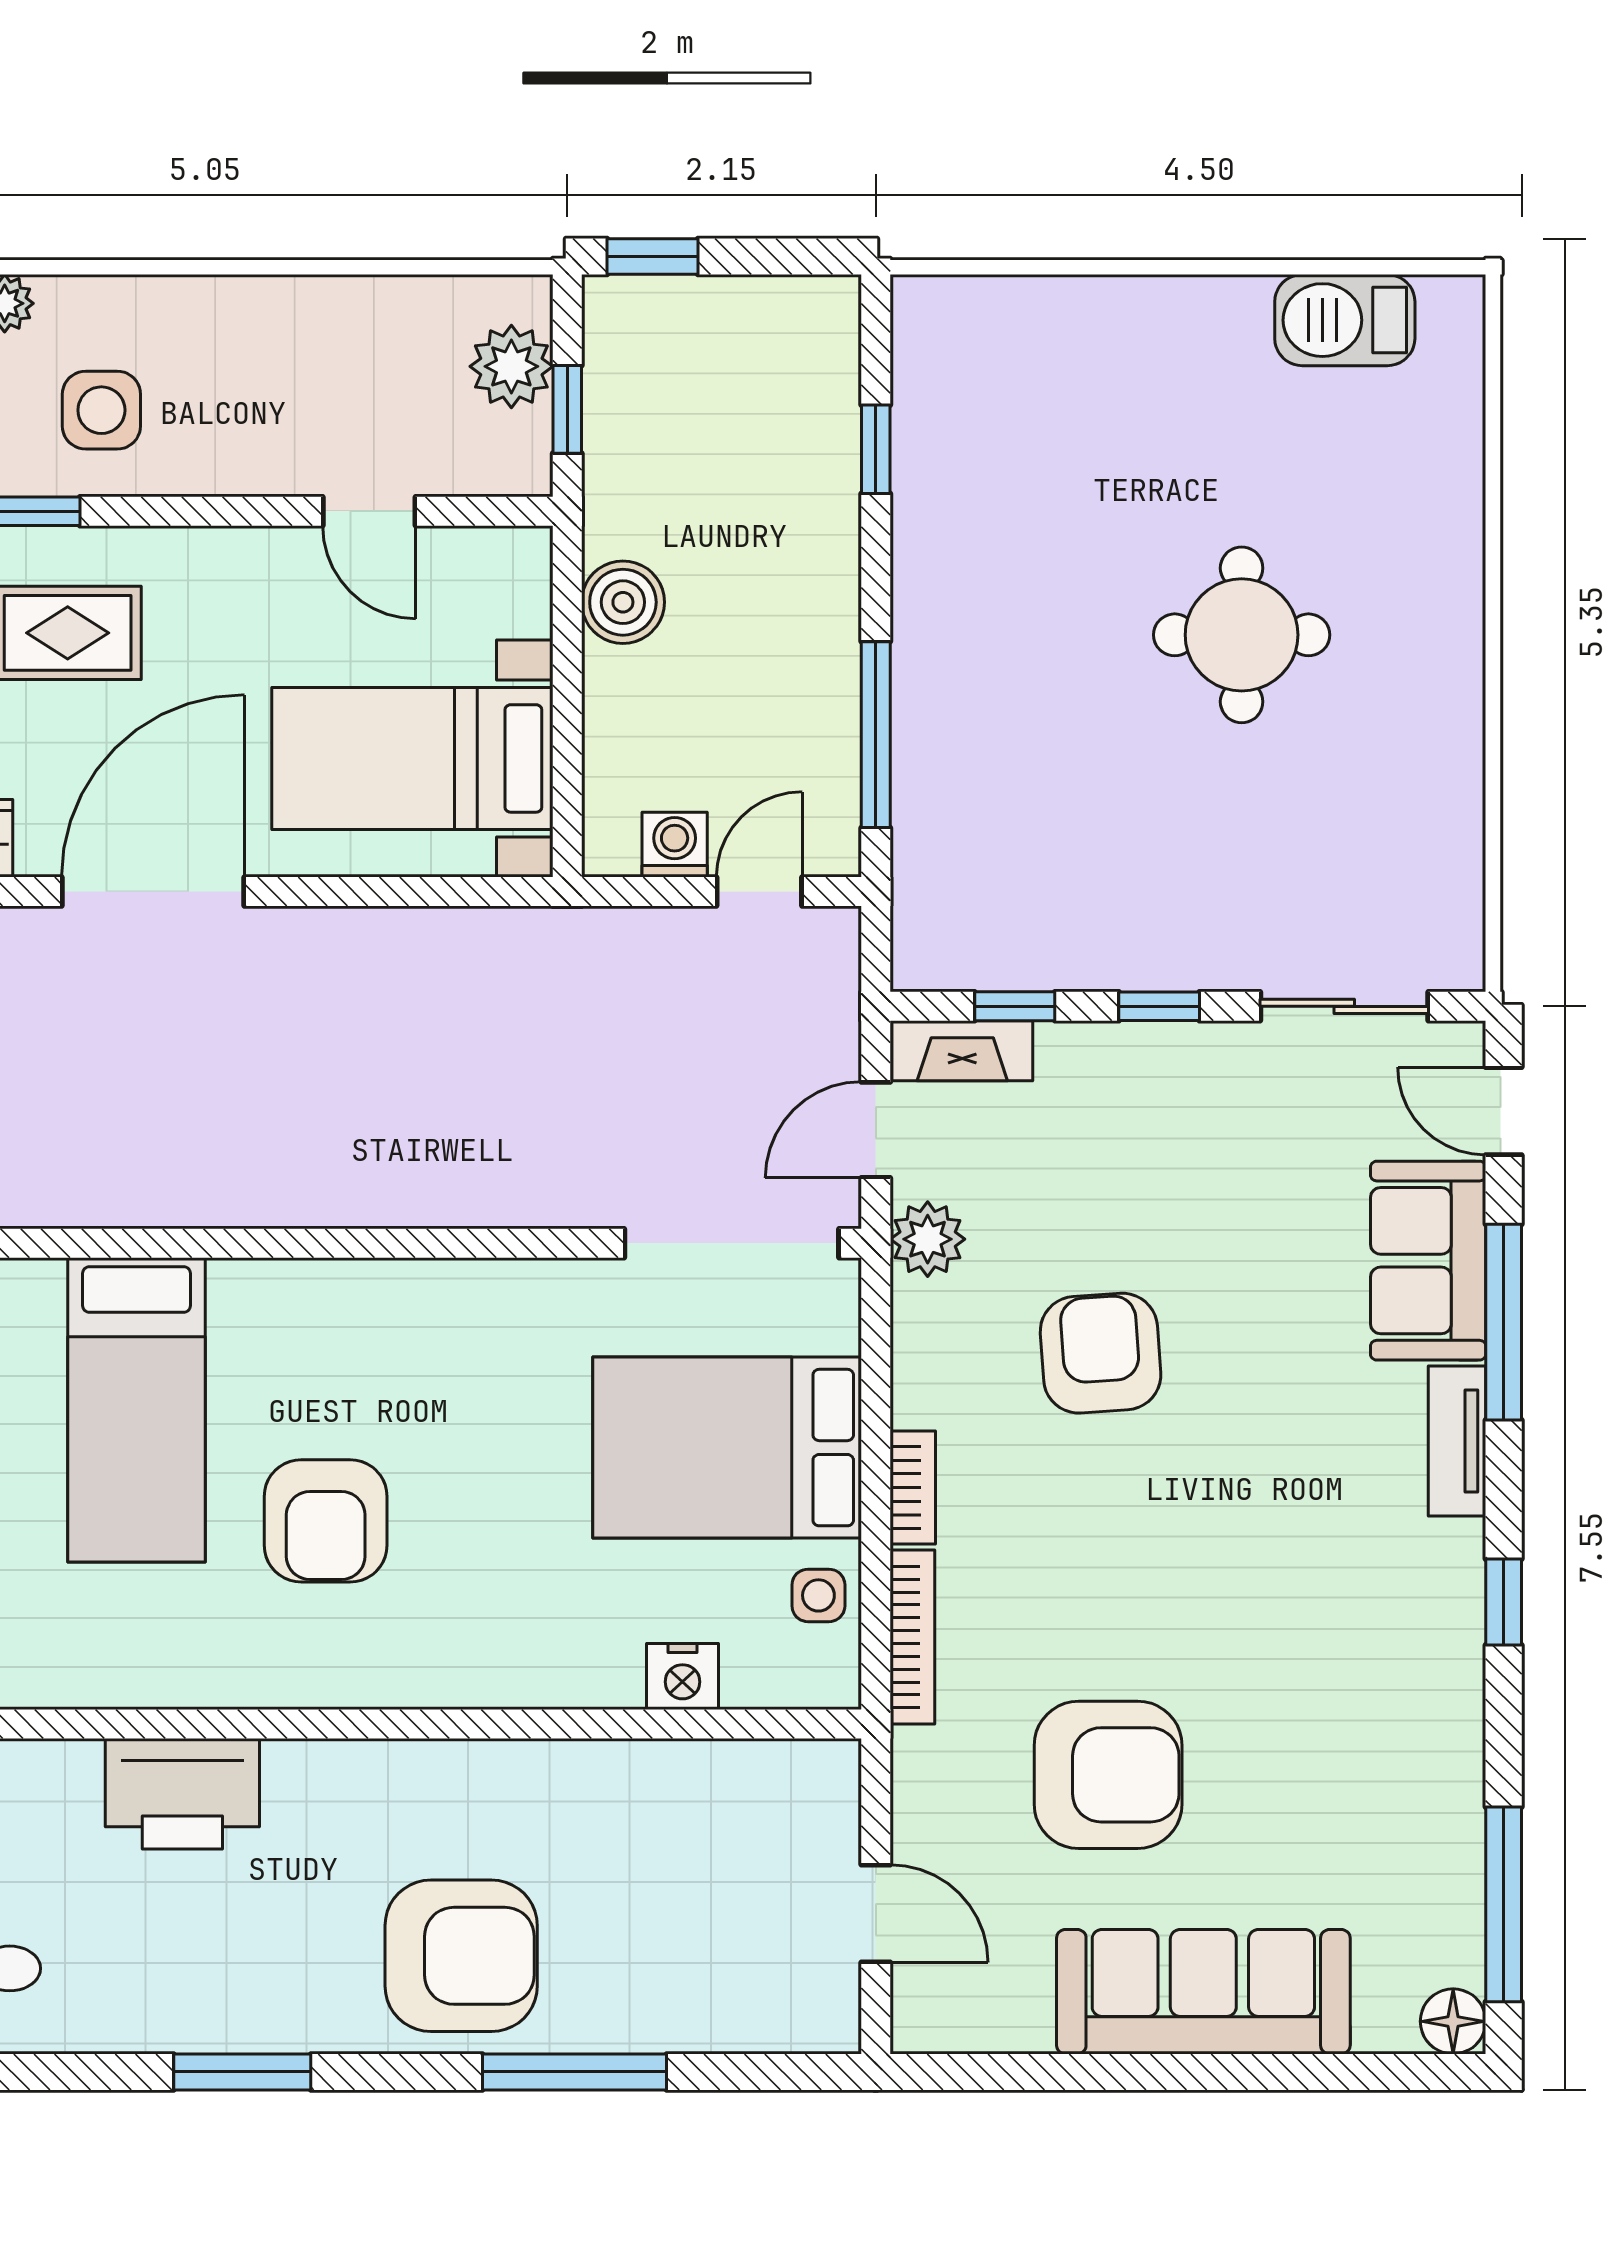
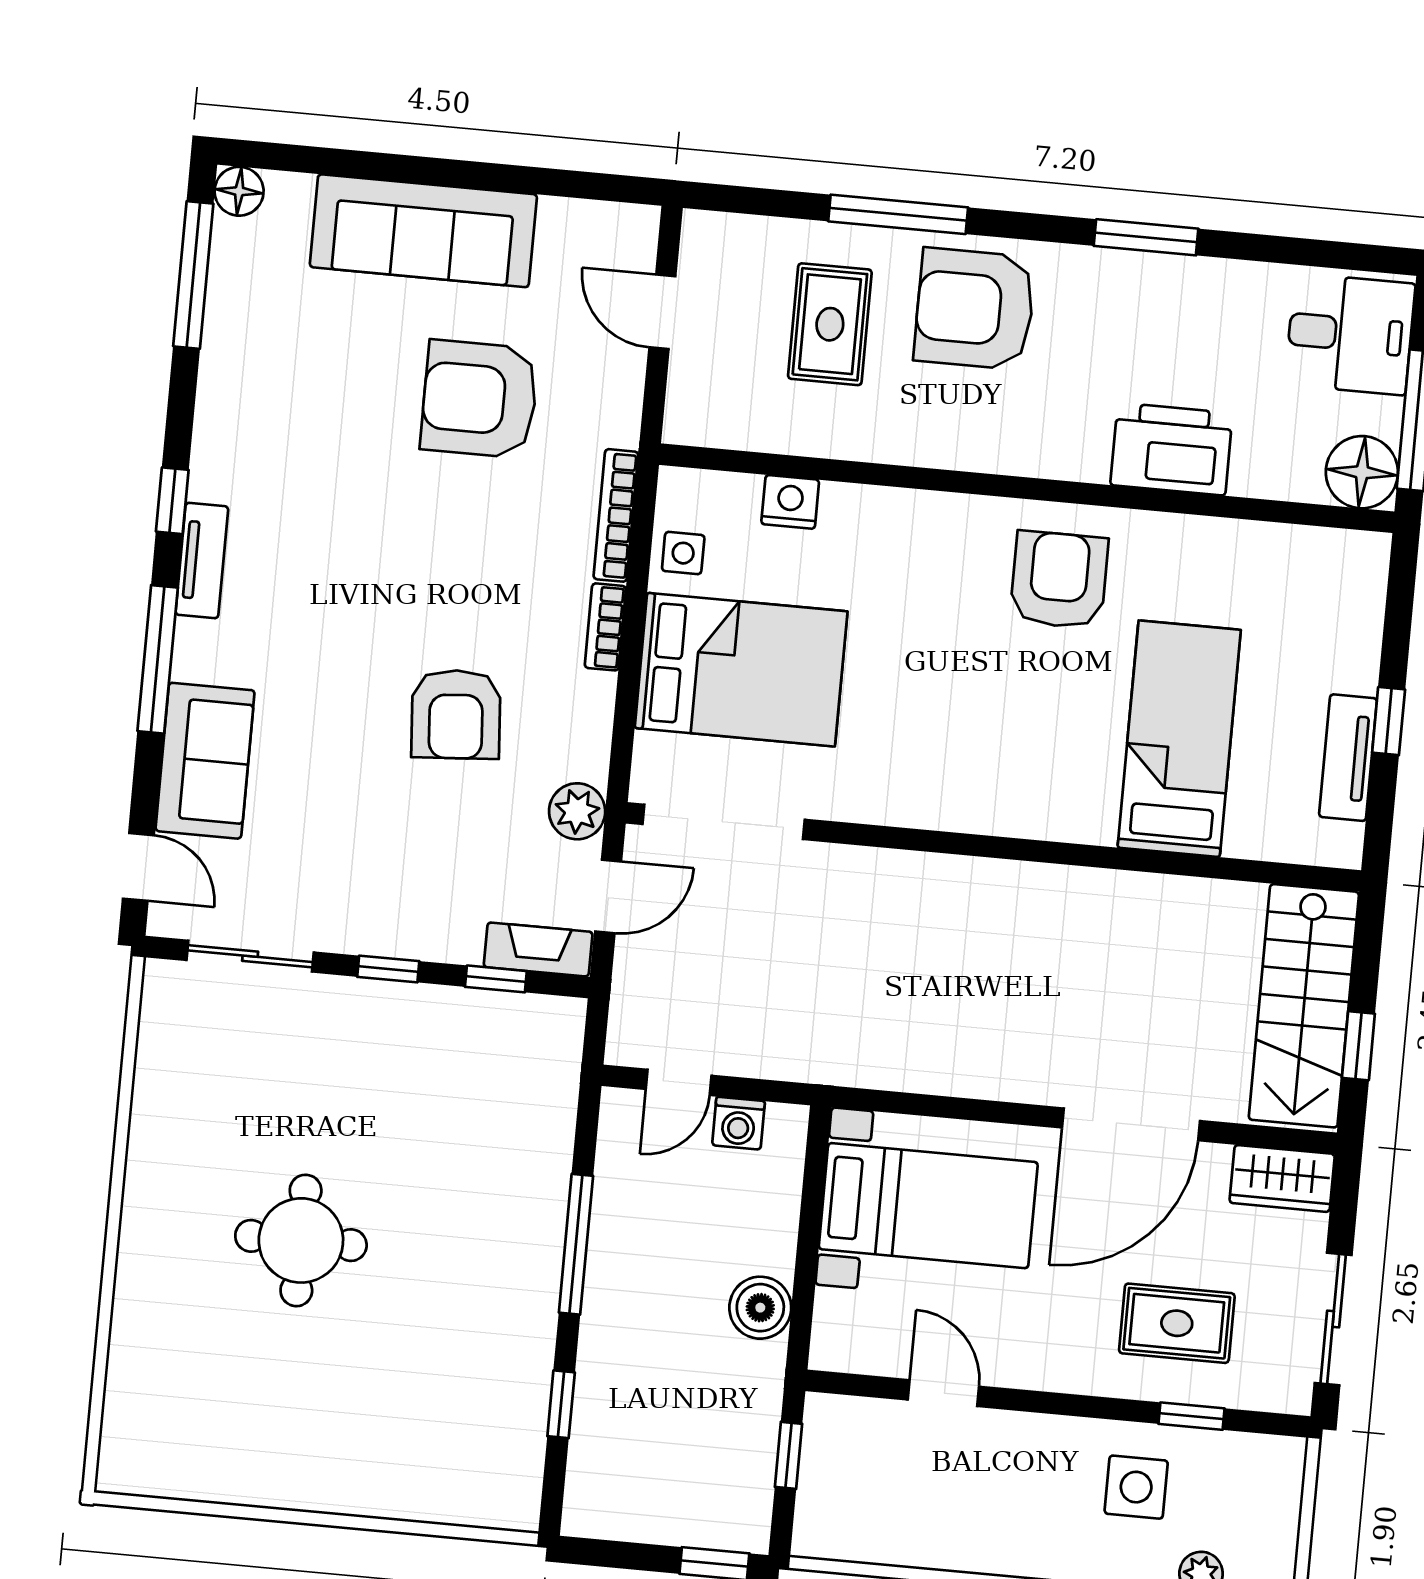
barbecue: (1345, 320) -> (202, 1468), removed
plant: (511, 366) -> (827, 1491), removed
window: (876, 735) -> (576, 1244), moved
window: (1504, 1322) -> (158, 659), moved
tv unit: (1457, 1441) -> (202, 561), moved
armchair: (326, 1521) -> (1059, 580), moved
rug: (652, 1918) -> (830, 324), added

